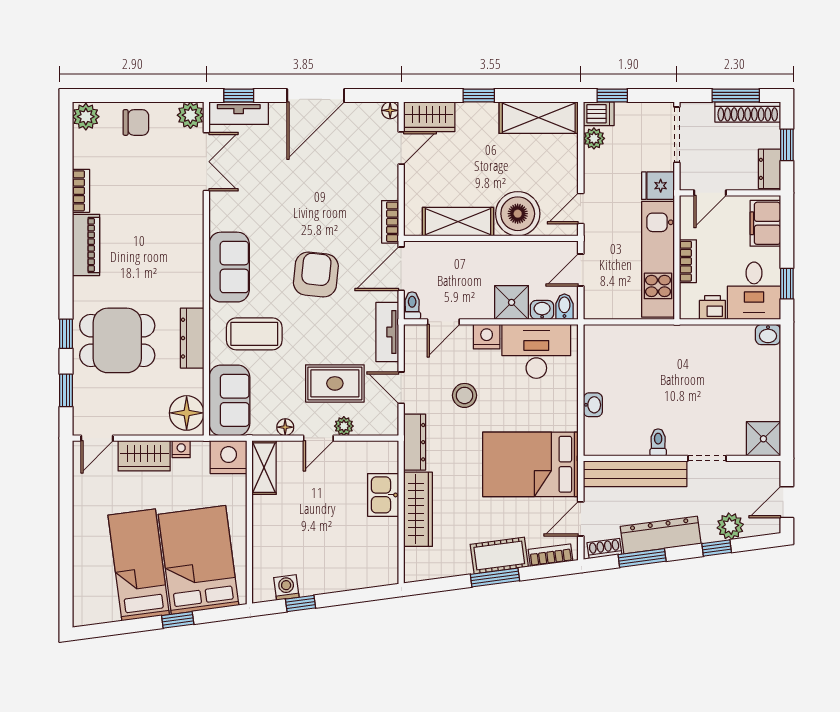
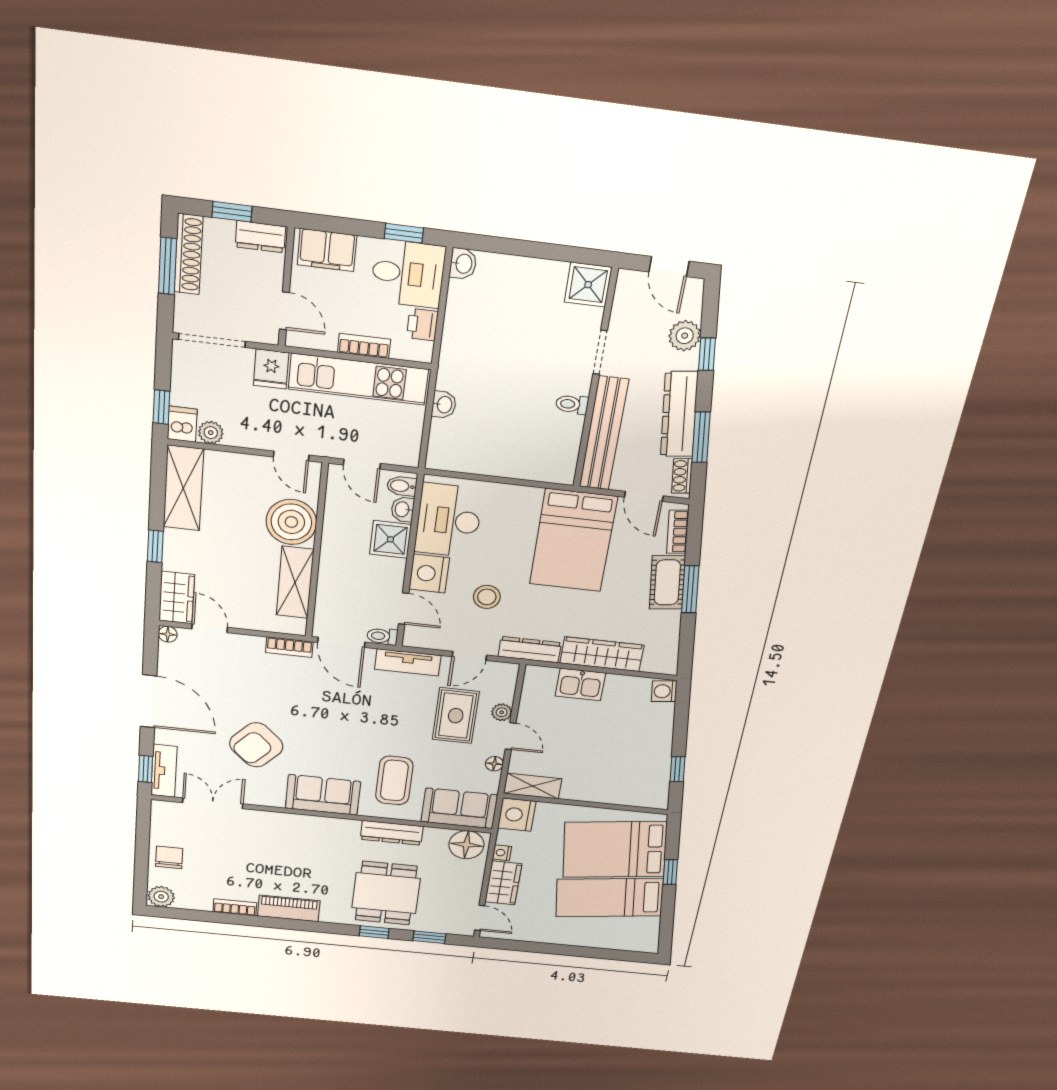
plant: (190, 115) -> (164, 812), removed
armchair: (316, 275) -> (256, 745), moved, turned -53
nightstand: (487, 337) -> (429, 574), width x1.36, depth x1.33
washbasin: (593, 405) -> (444, 405), moved, turned 90
washing machine: (286, 587) -> (664, 691), moved

